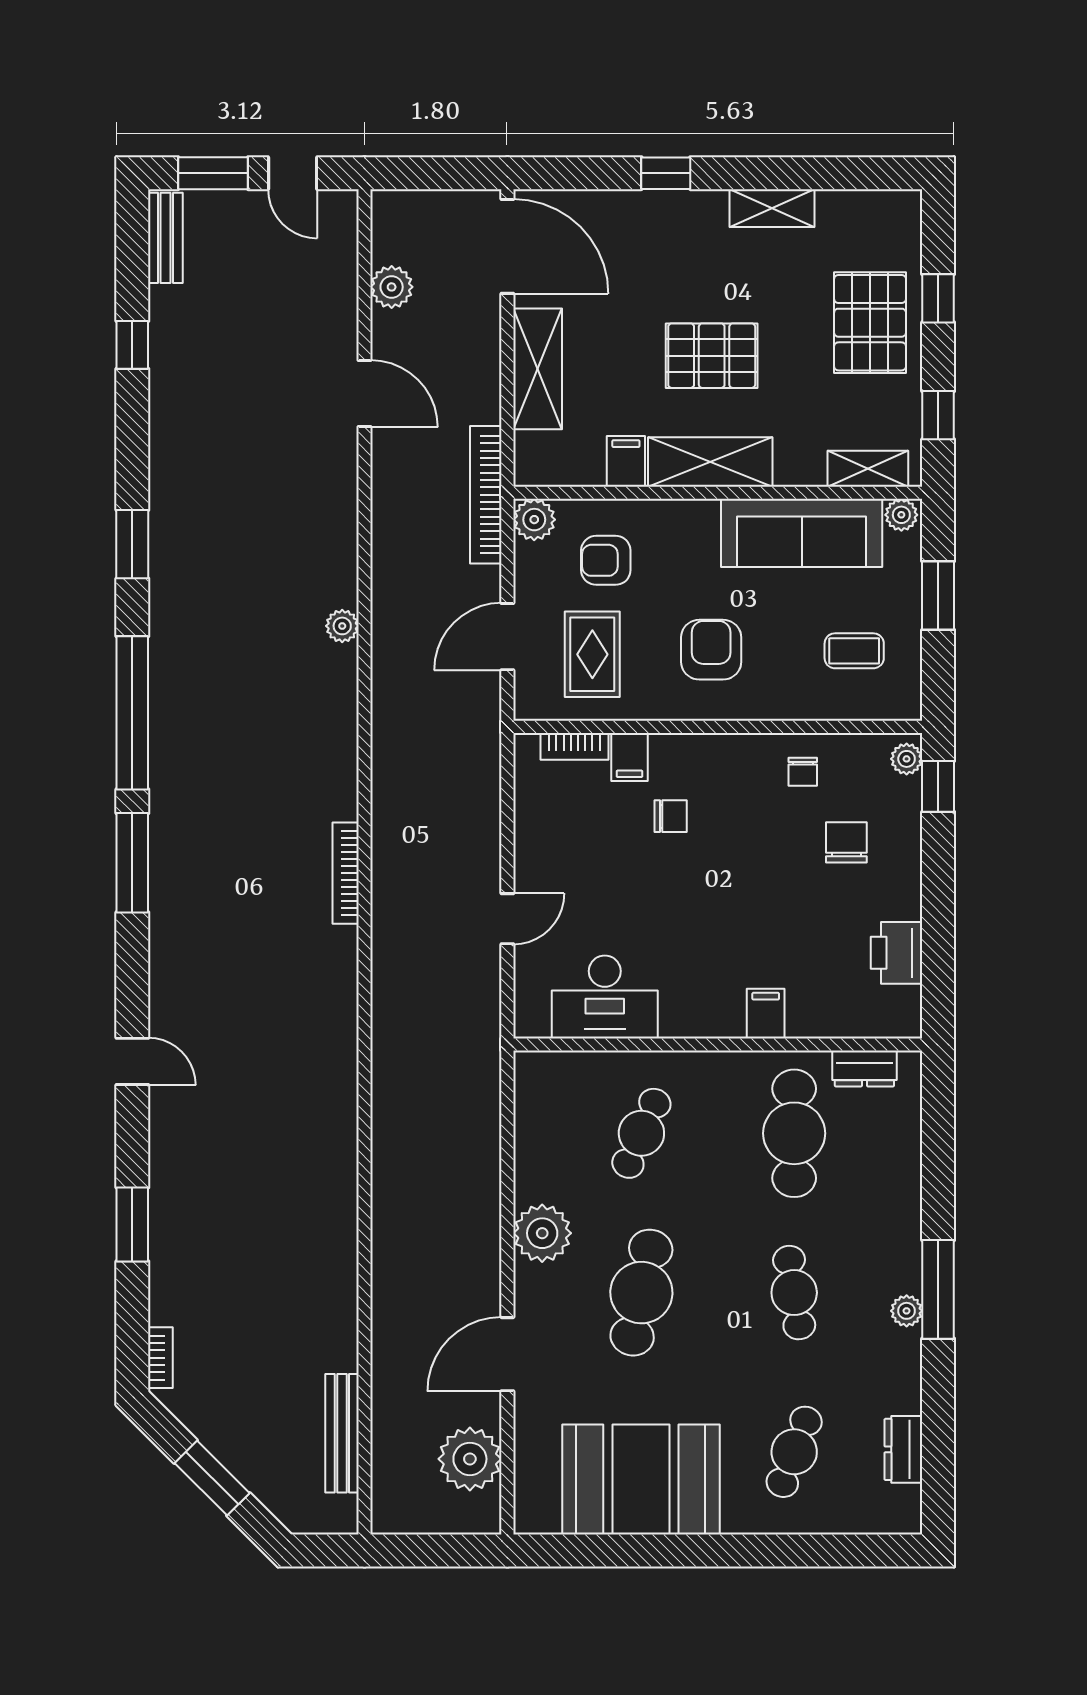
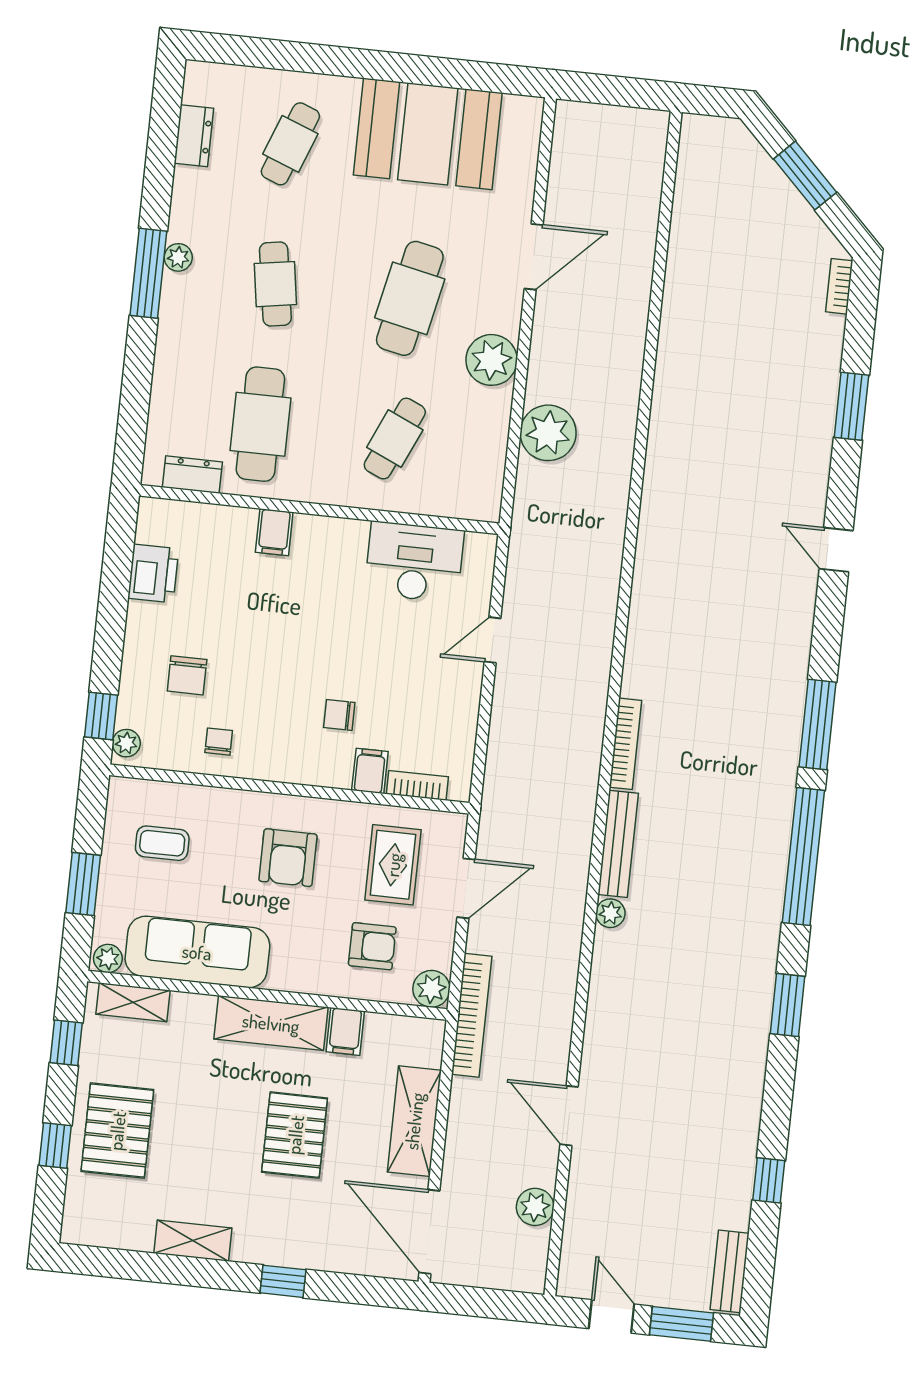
pallet: (712, 356) -> (295, 1135), moved, turned 90
bookcase: (346, 873) -> (626, 744), moved
bench: (342, 1433) -> (618, 844), moved
plant: (470, 1459) -> (548, 433), moved

